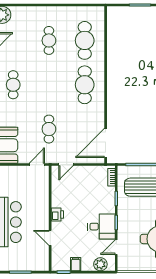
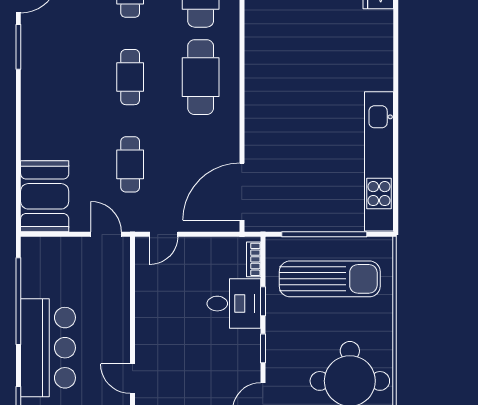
cafe table: (13, 85) -> (130, 77), moved
door: (37, 165) -> (106, 234), hinge flipped
printer: (57, 215) -> (147, 333), removed
desk: (102, 227) -> (234, 304), moved

